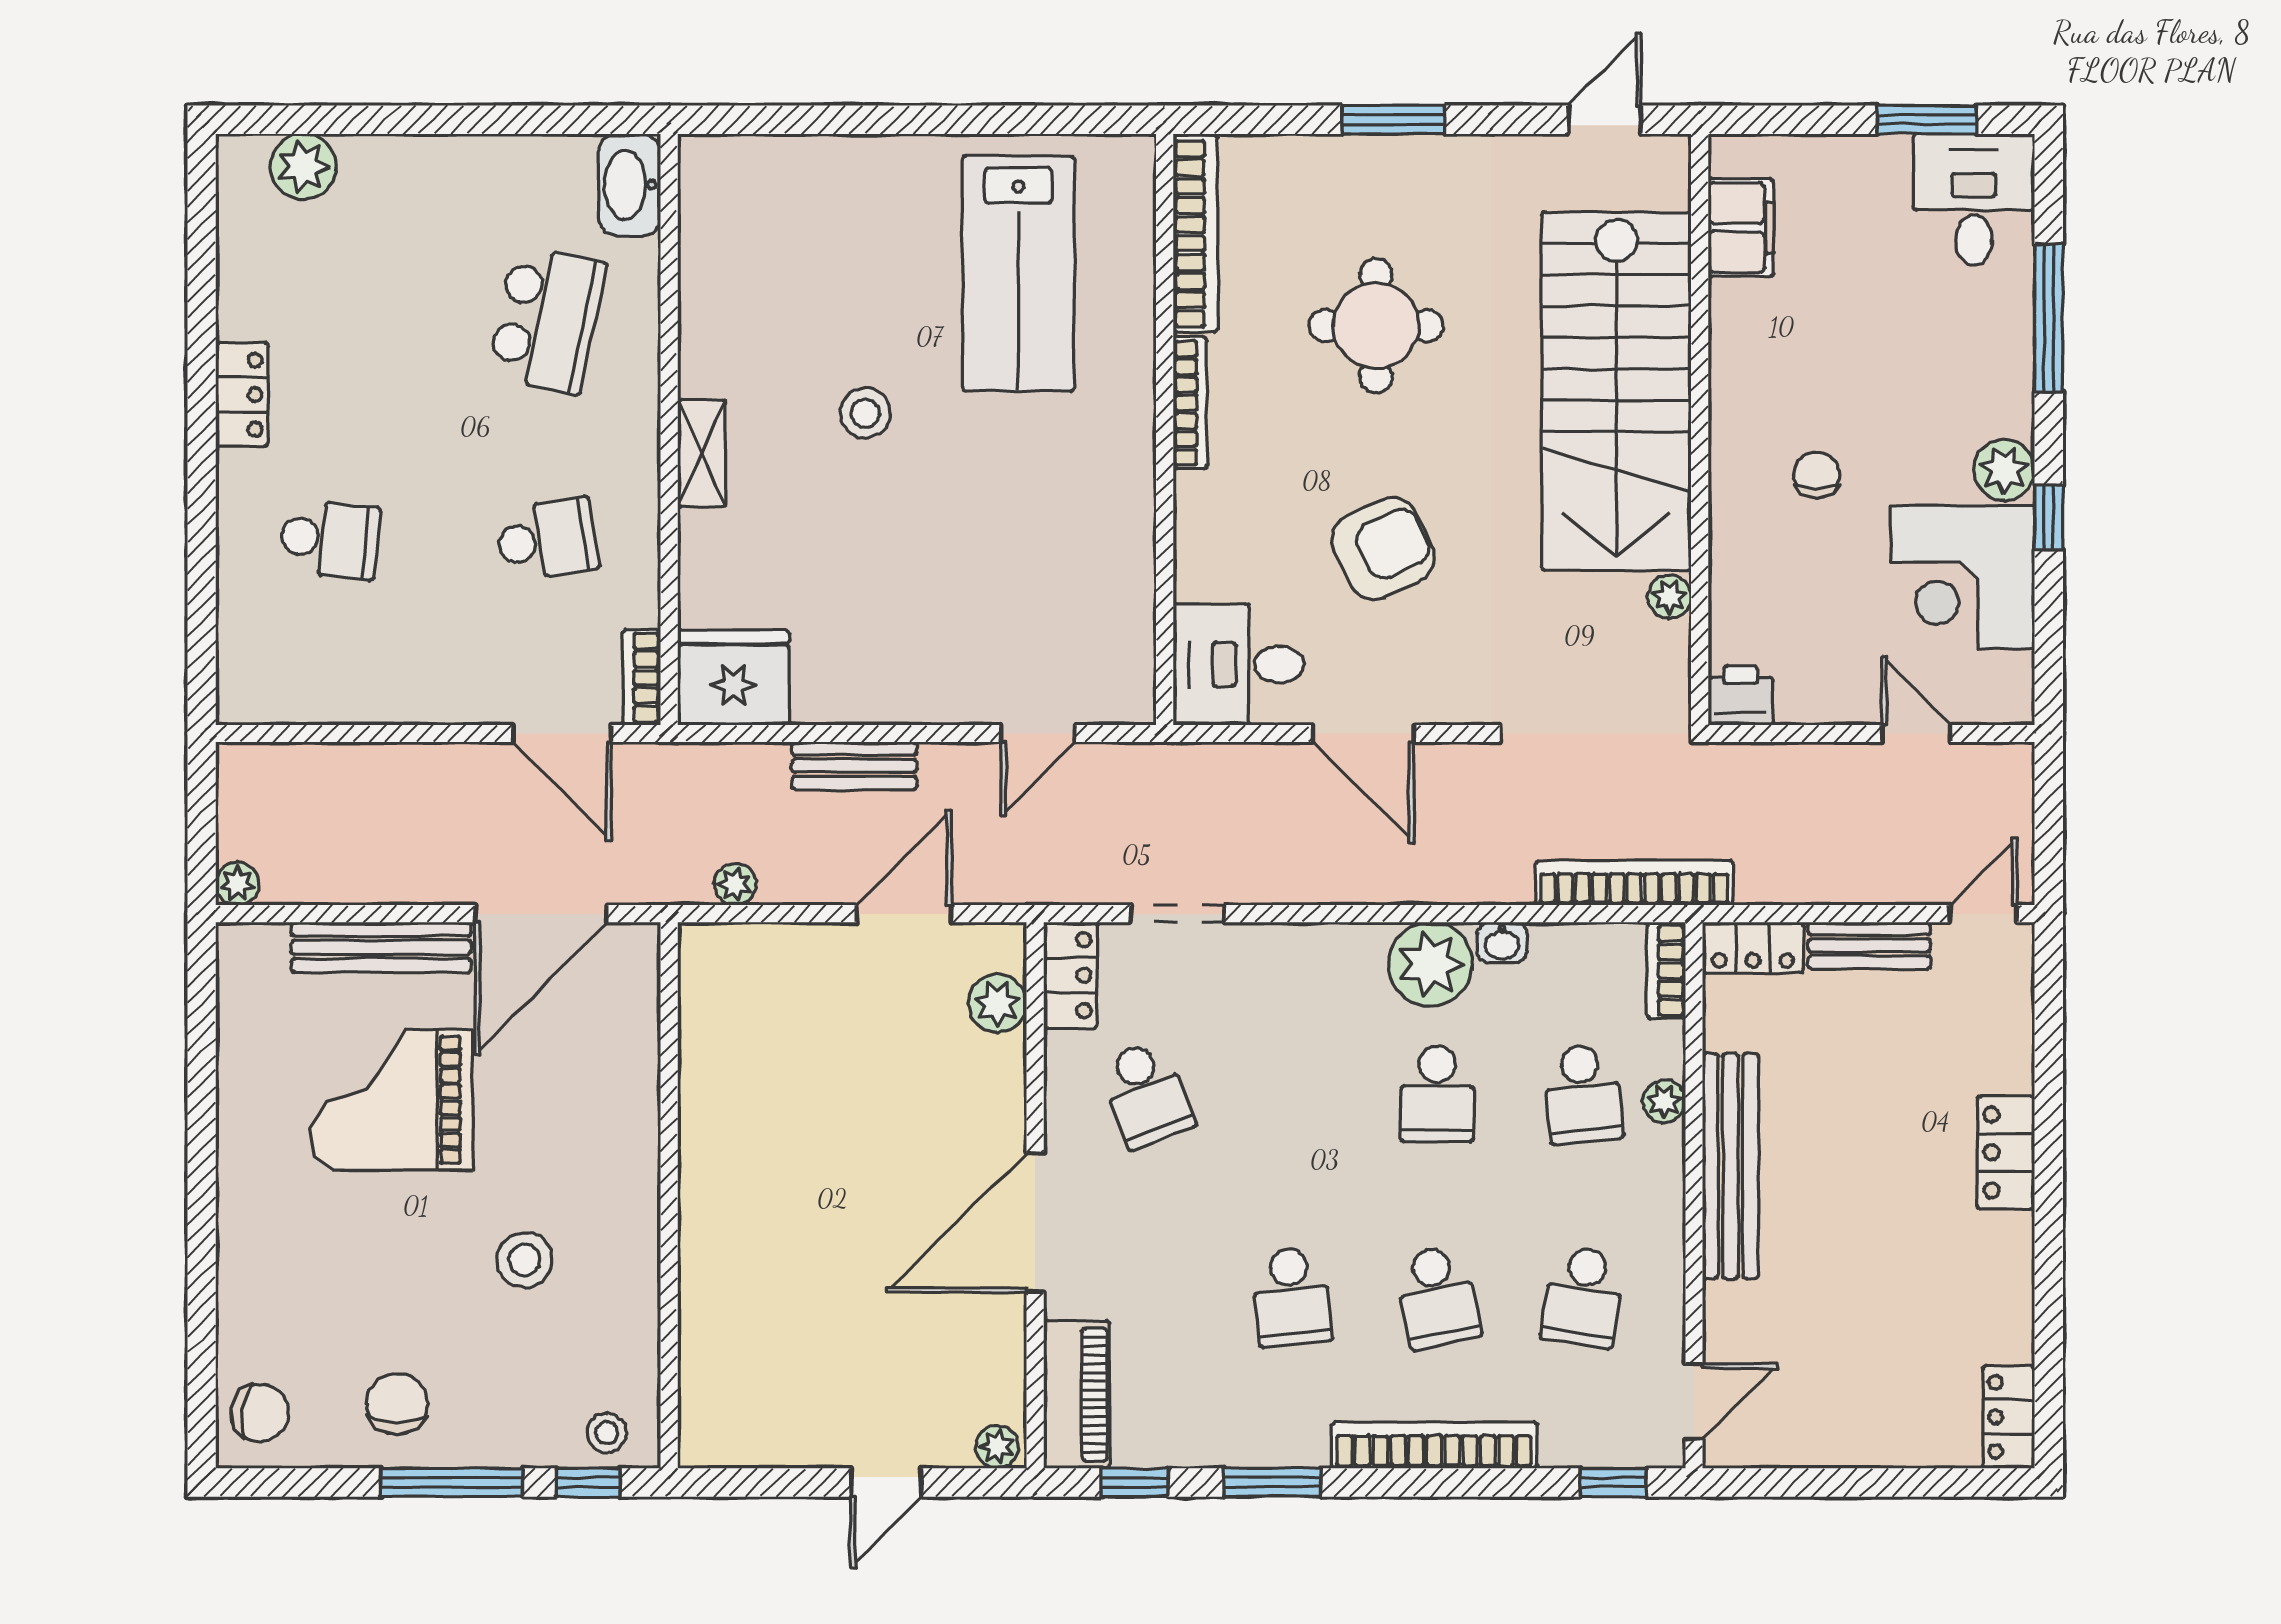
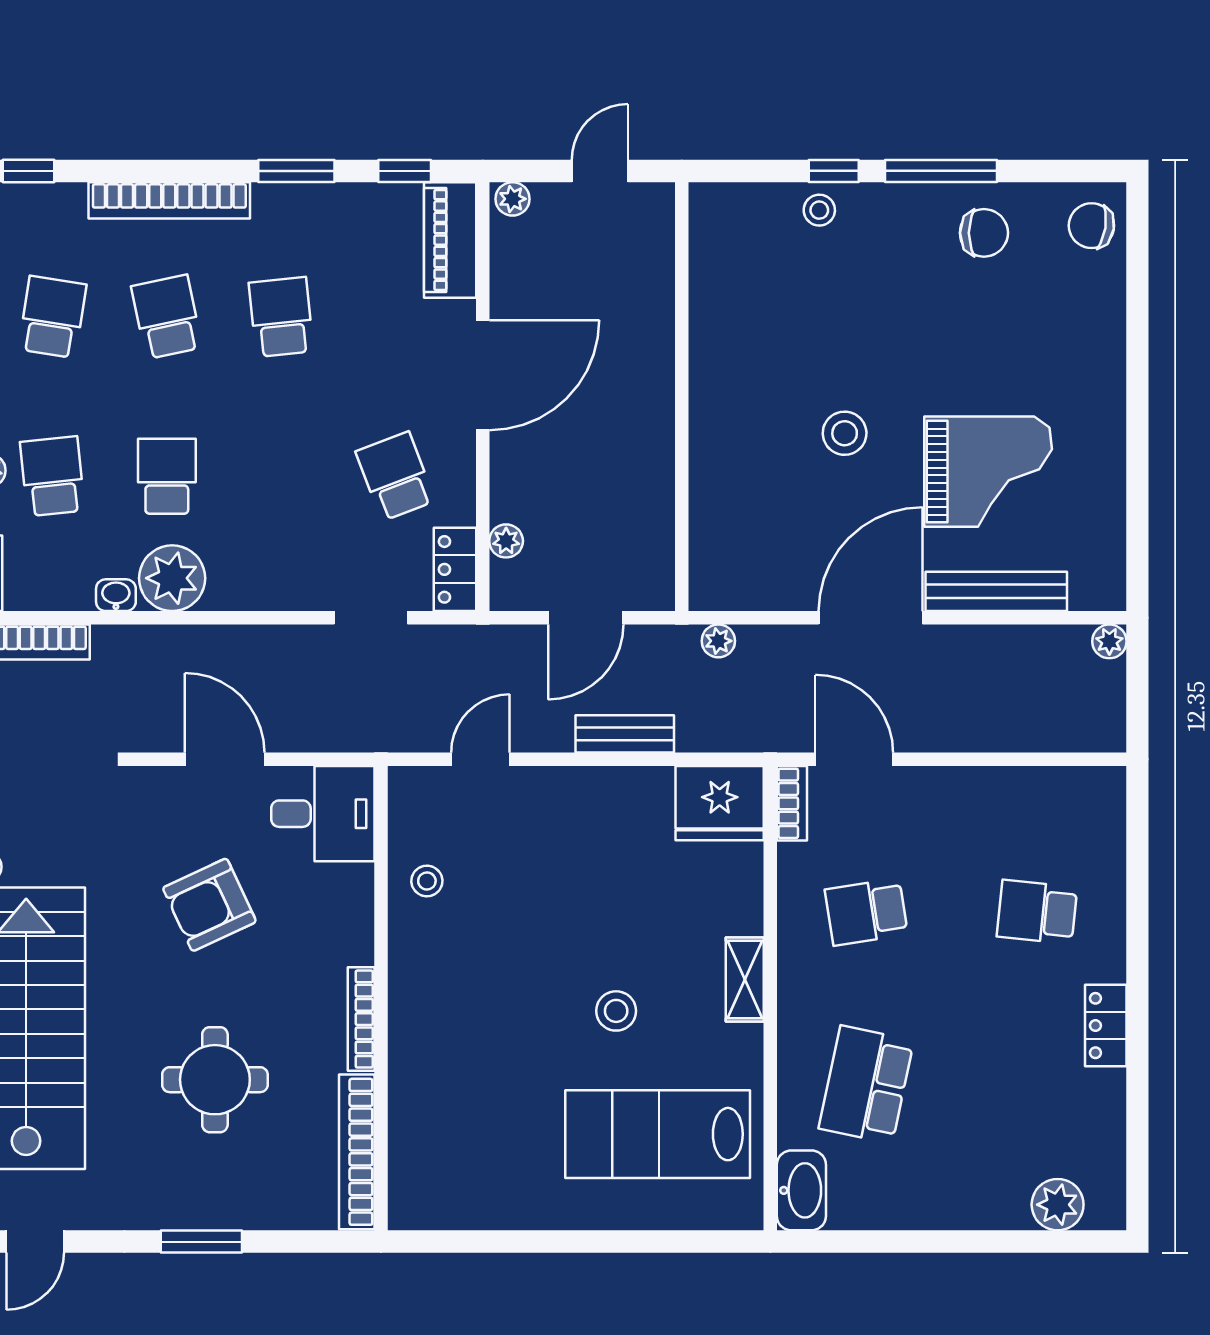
lab bench: (1018, 273) -> (658, 1134), moved, turned -90
stool: (1106, 579) -> (427, 881), added
plant: (997, 1003) -> (506, 541), width x0.73, depth x0.73
wall: (669, 1195) -> (682, 397), moved
stool: (525, 1260) -> (845, 433), moved
chair: (397, 1404) -> (984, 233), turned -90

